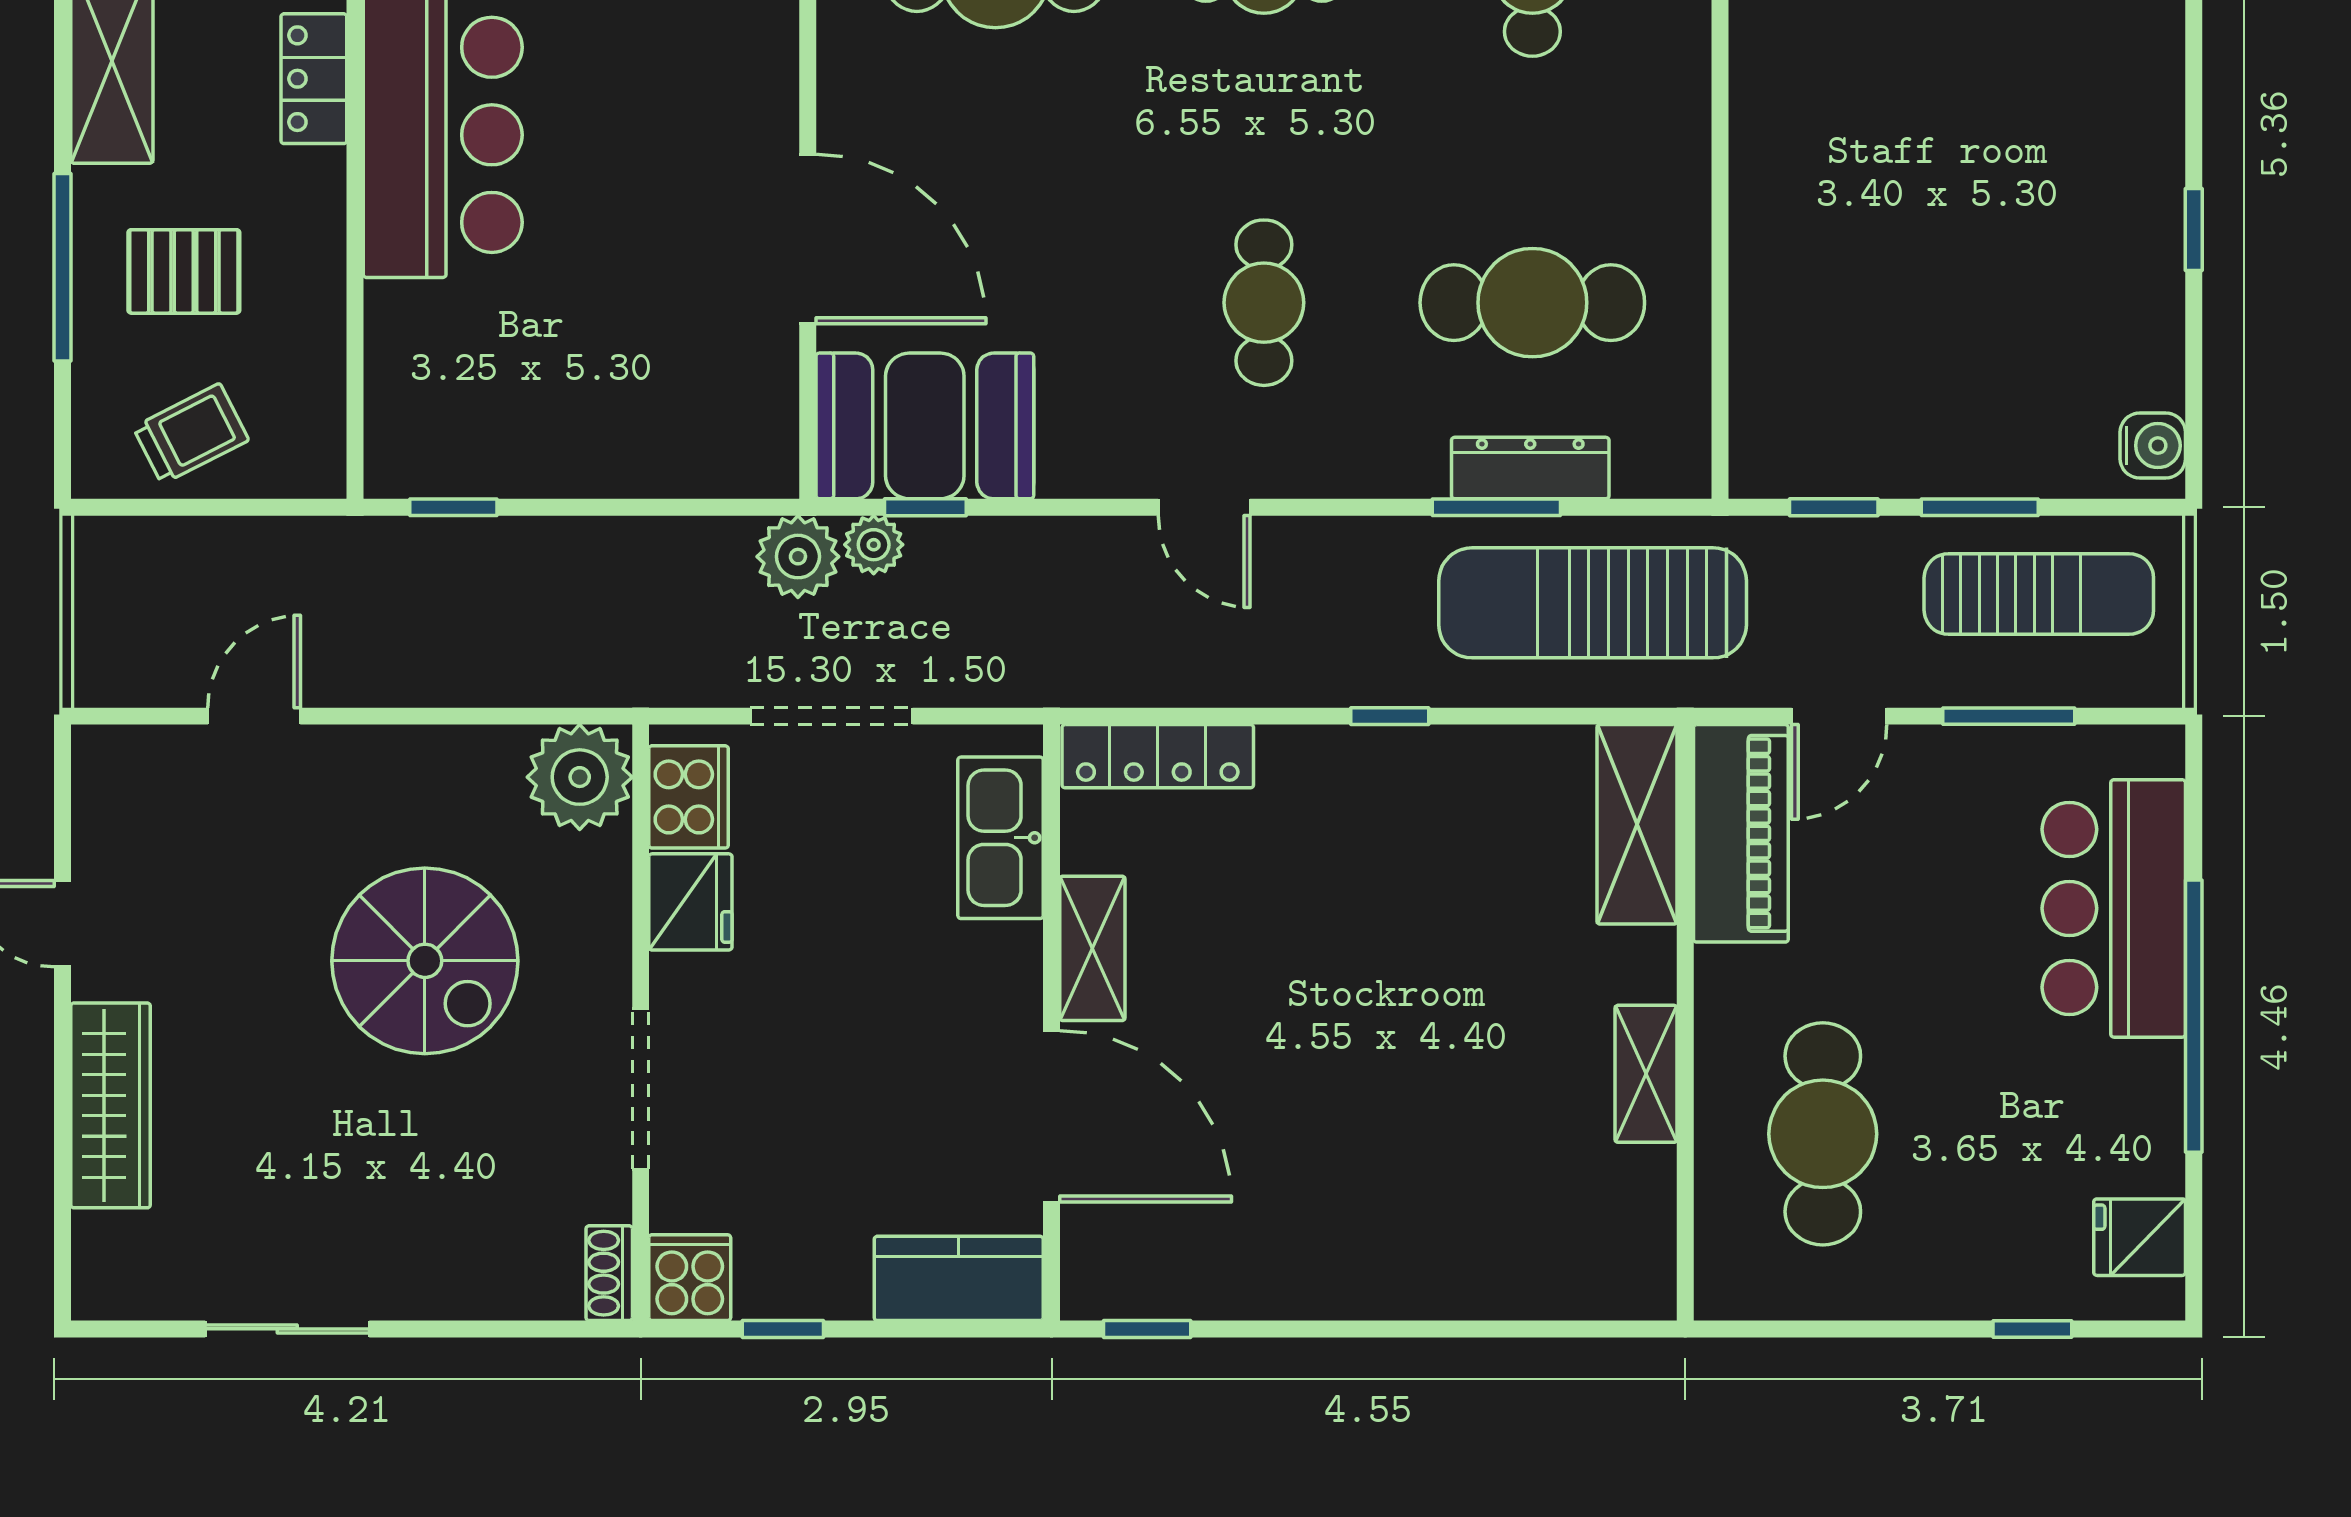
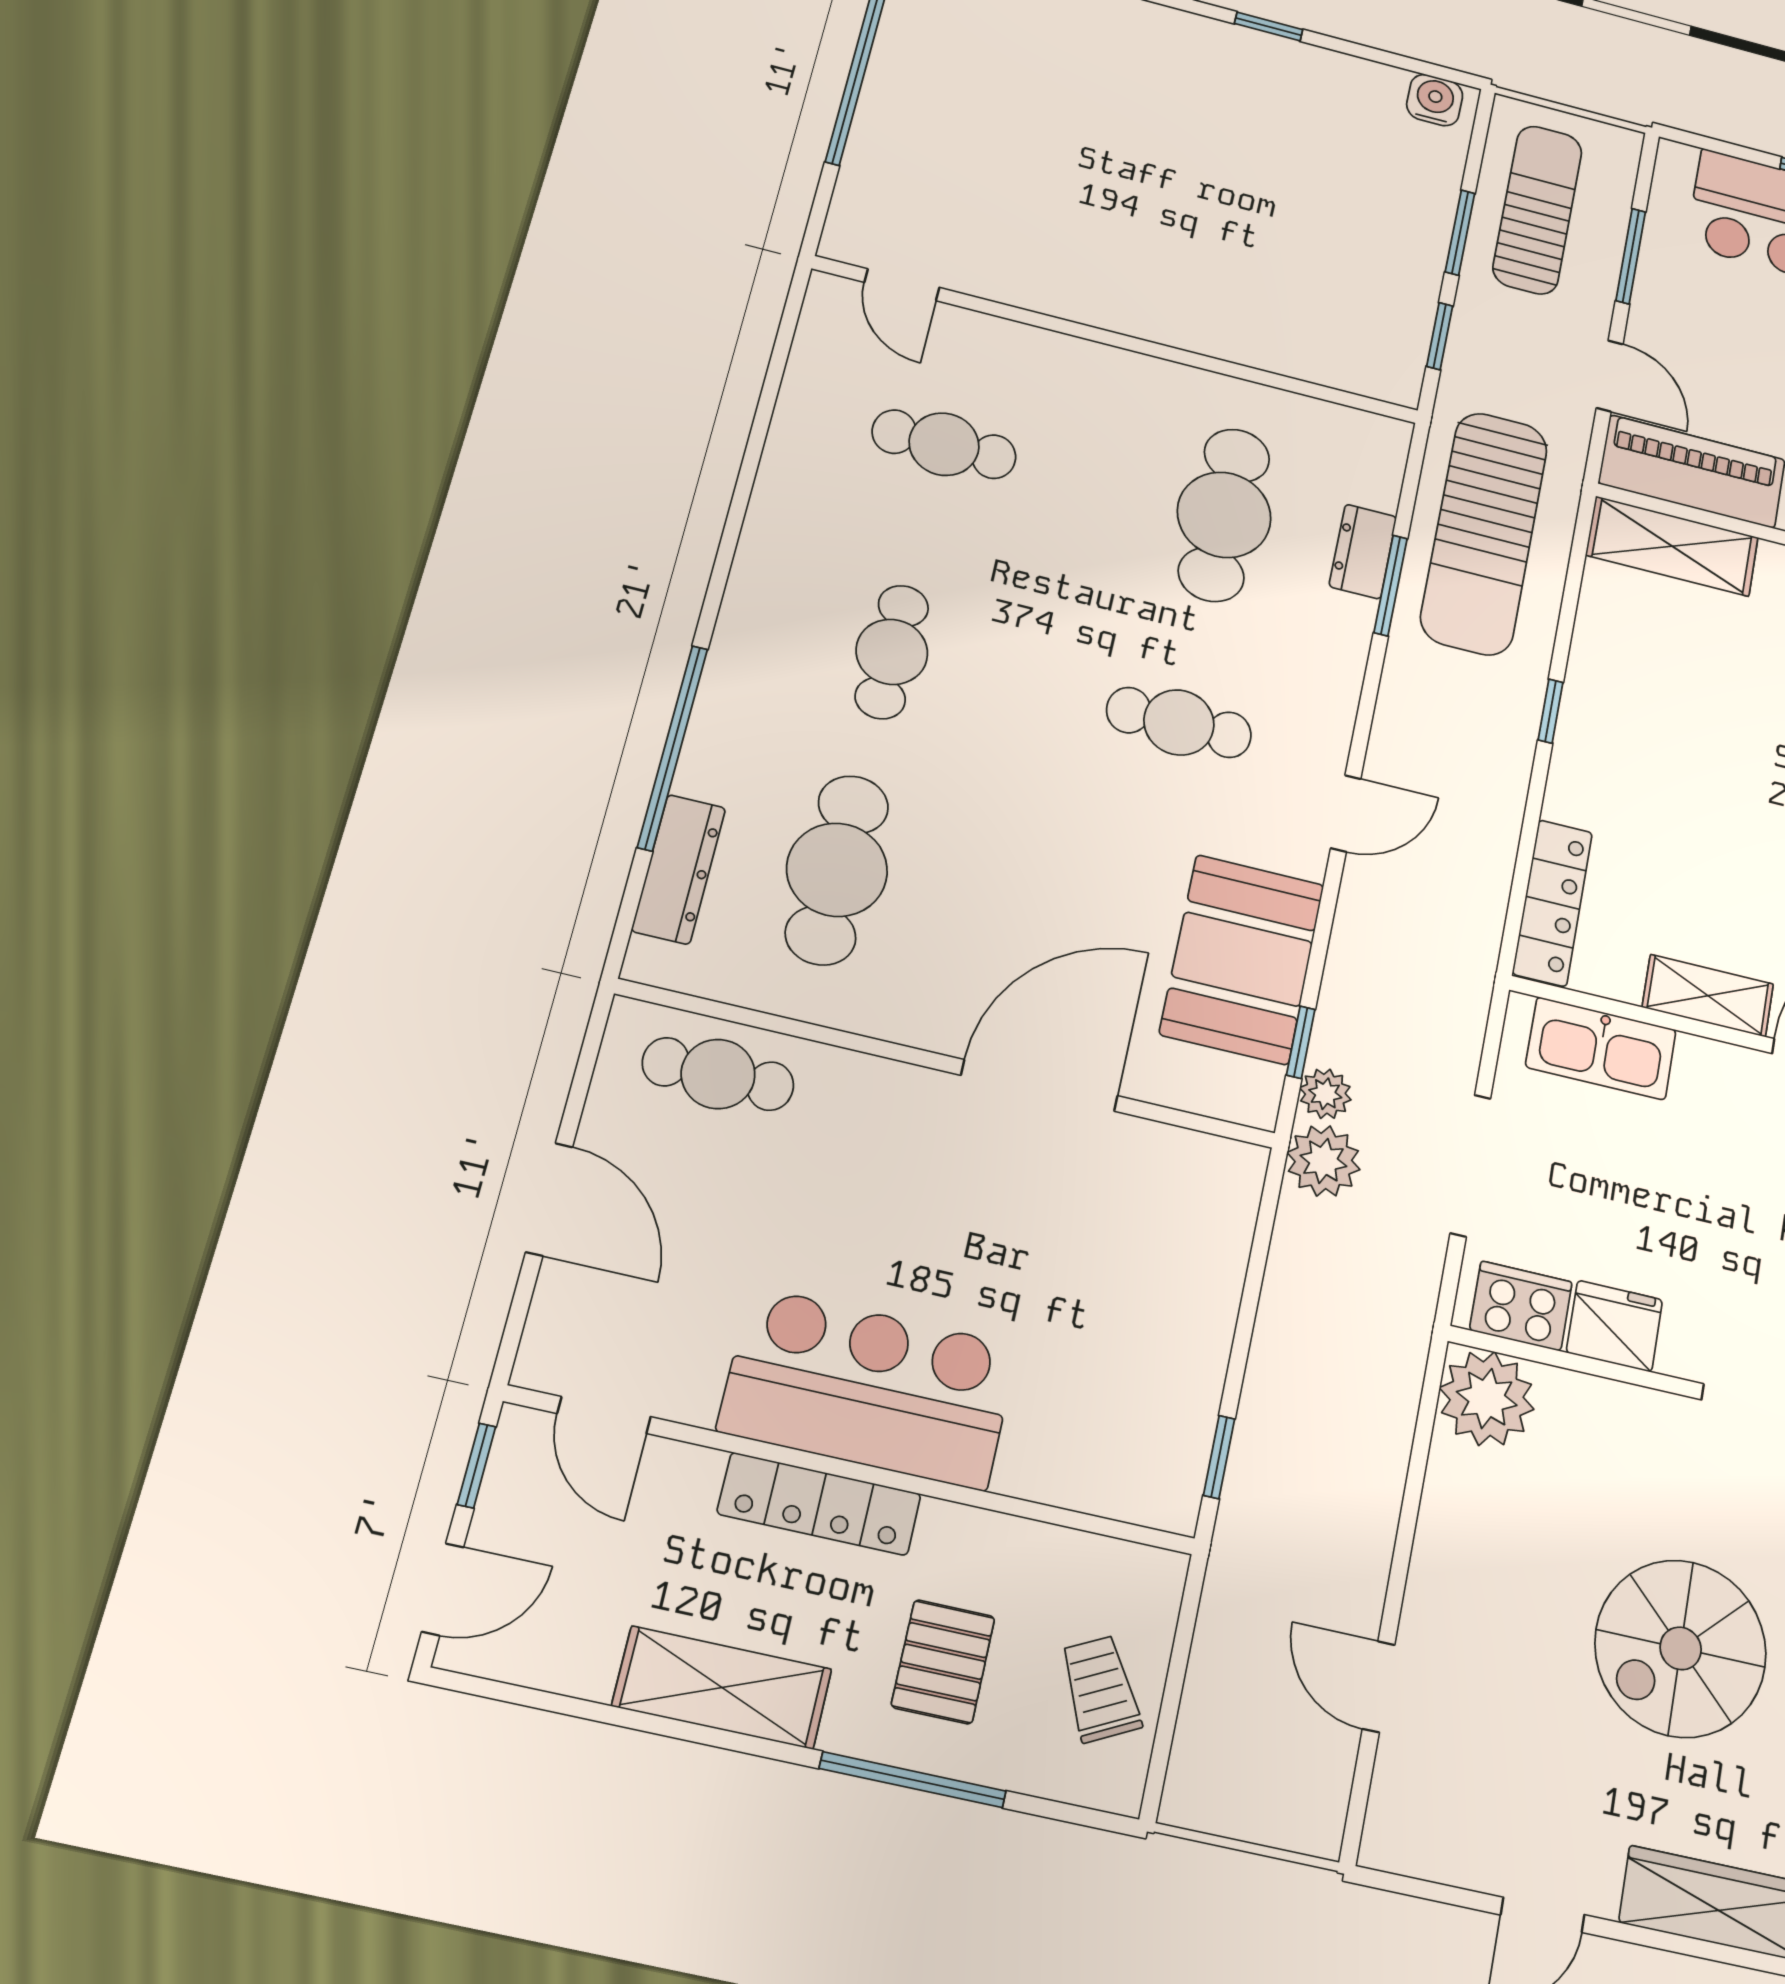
locker: (314, 79) -> (819, 1504), width x1.53
booth: (925, 426) -> (1242, 959), moved
dresser: (1530, 468) -> (1363, 552), width x0.70
spiral stairs: (425, 961) -> (1681, 1648), moved, turned 180

